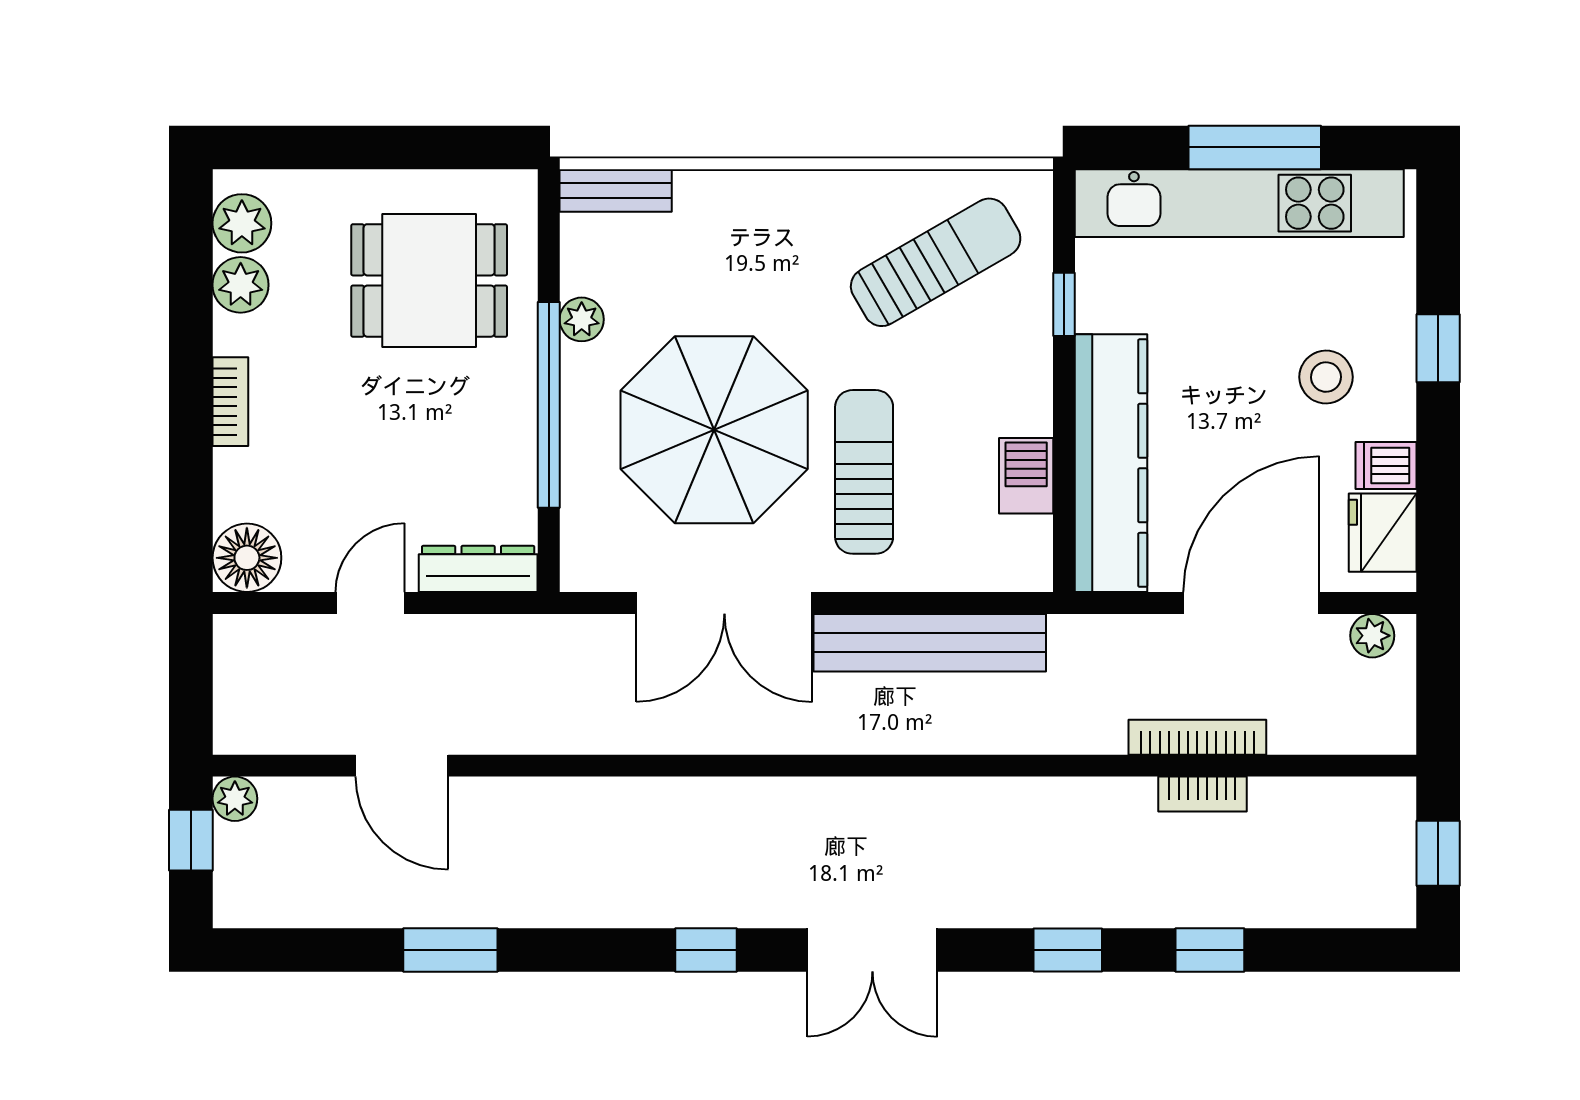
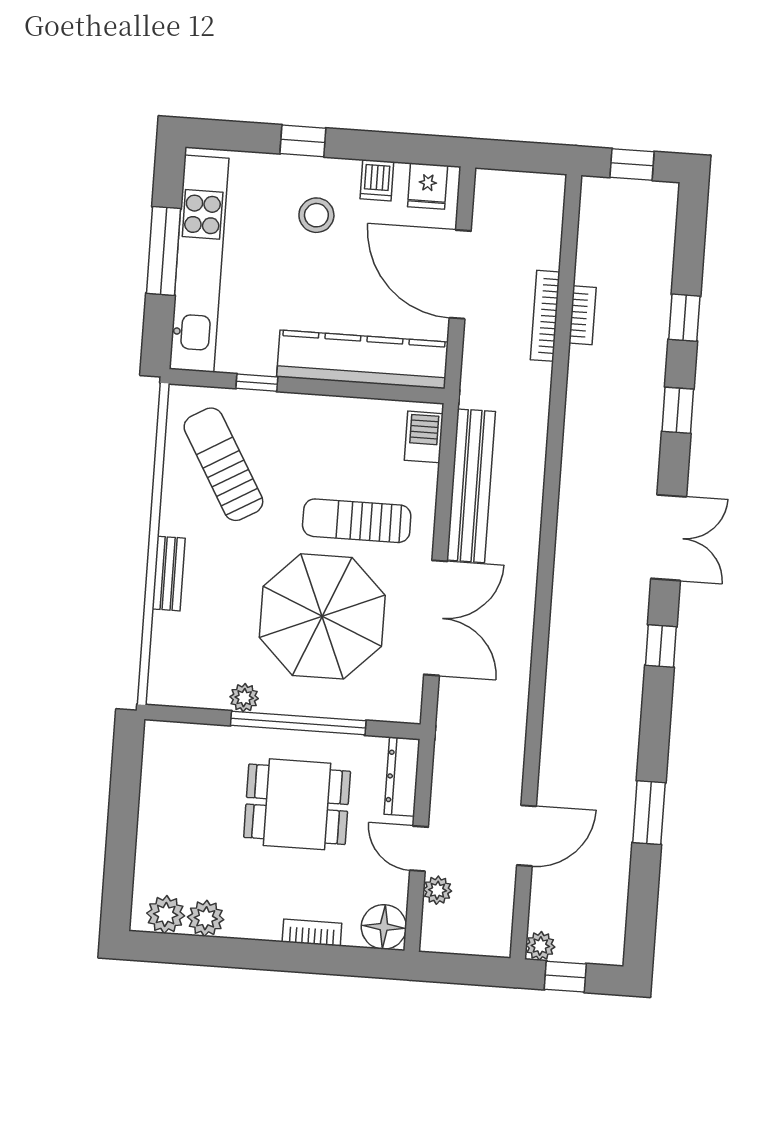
bench: (616, 191) -> (169, 574), moved
dining table: (429, 280) -> (297, 804), moved, turned 90
bookcase: (230, 402) -> (312, 933), moved
barbecue: (1026, 476) -> (424, 437), moved, turned 90
fridge: (1383, 533) -> (428, 186), width x0.72
plant: (1372, 636) -> (437, 890), moved

